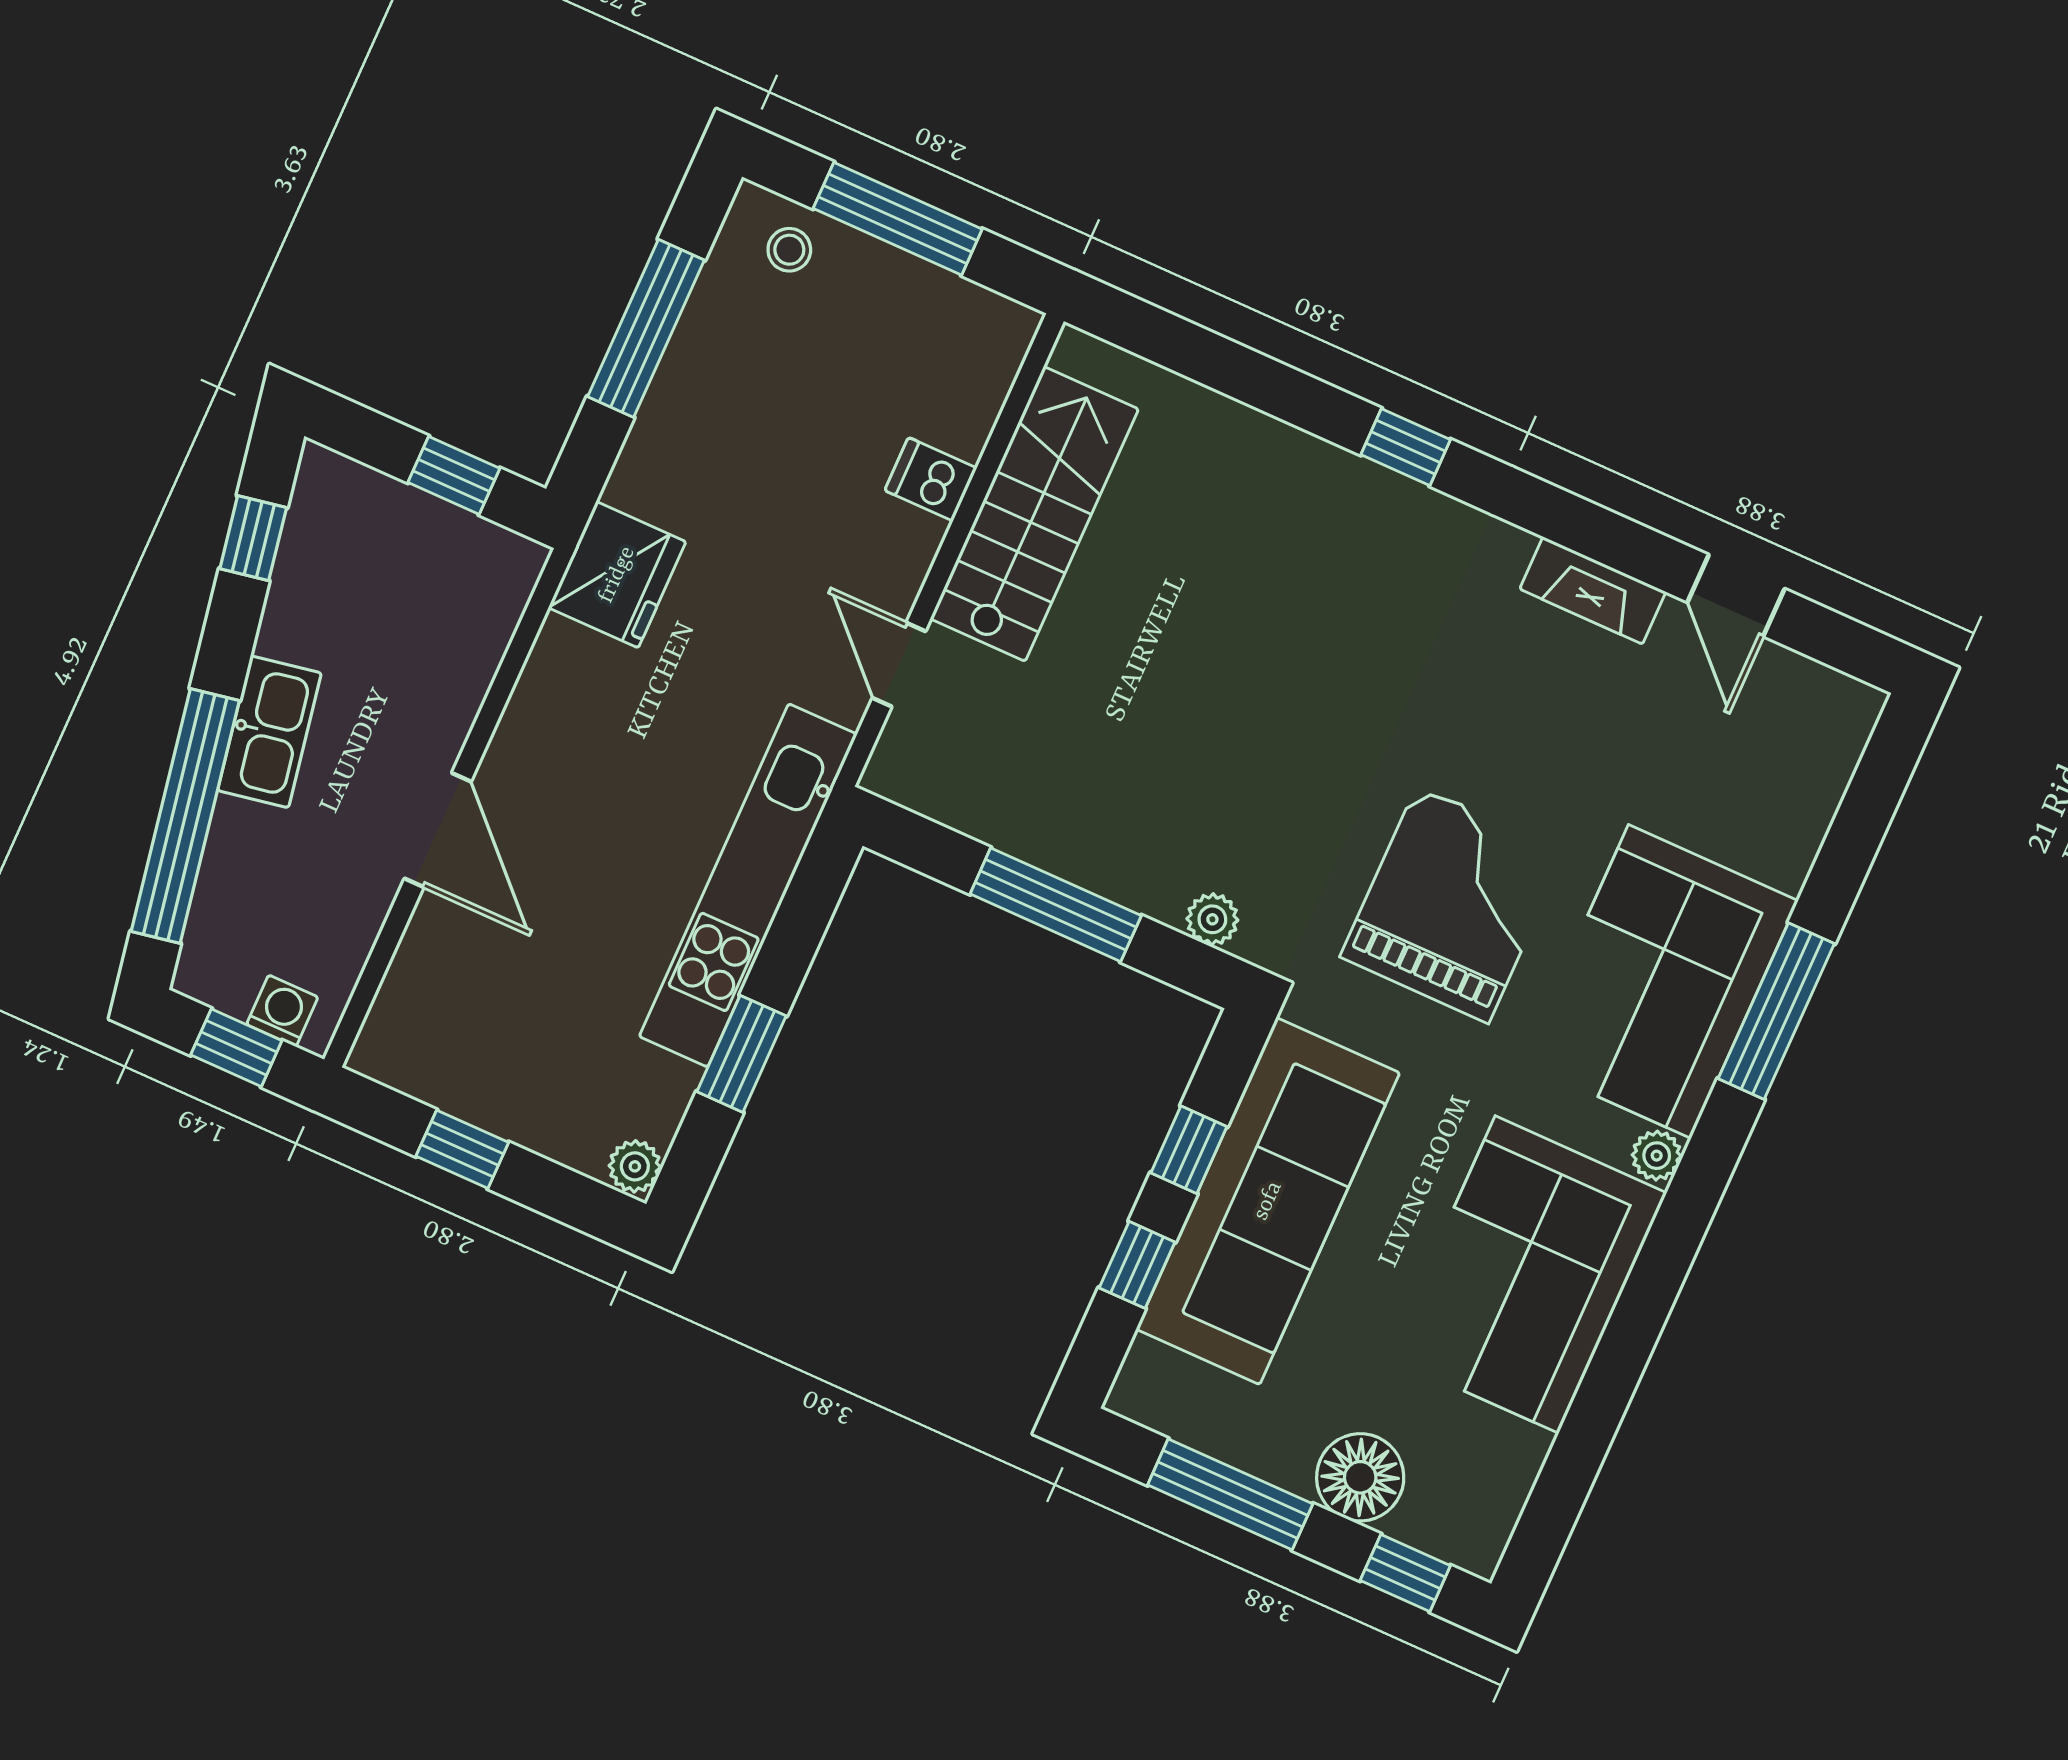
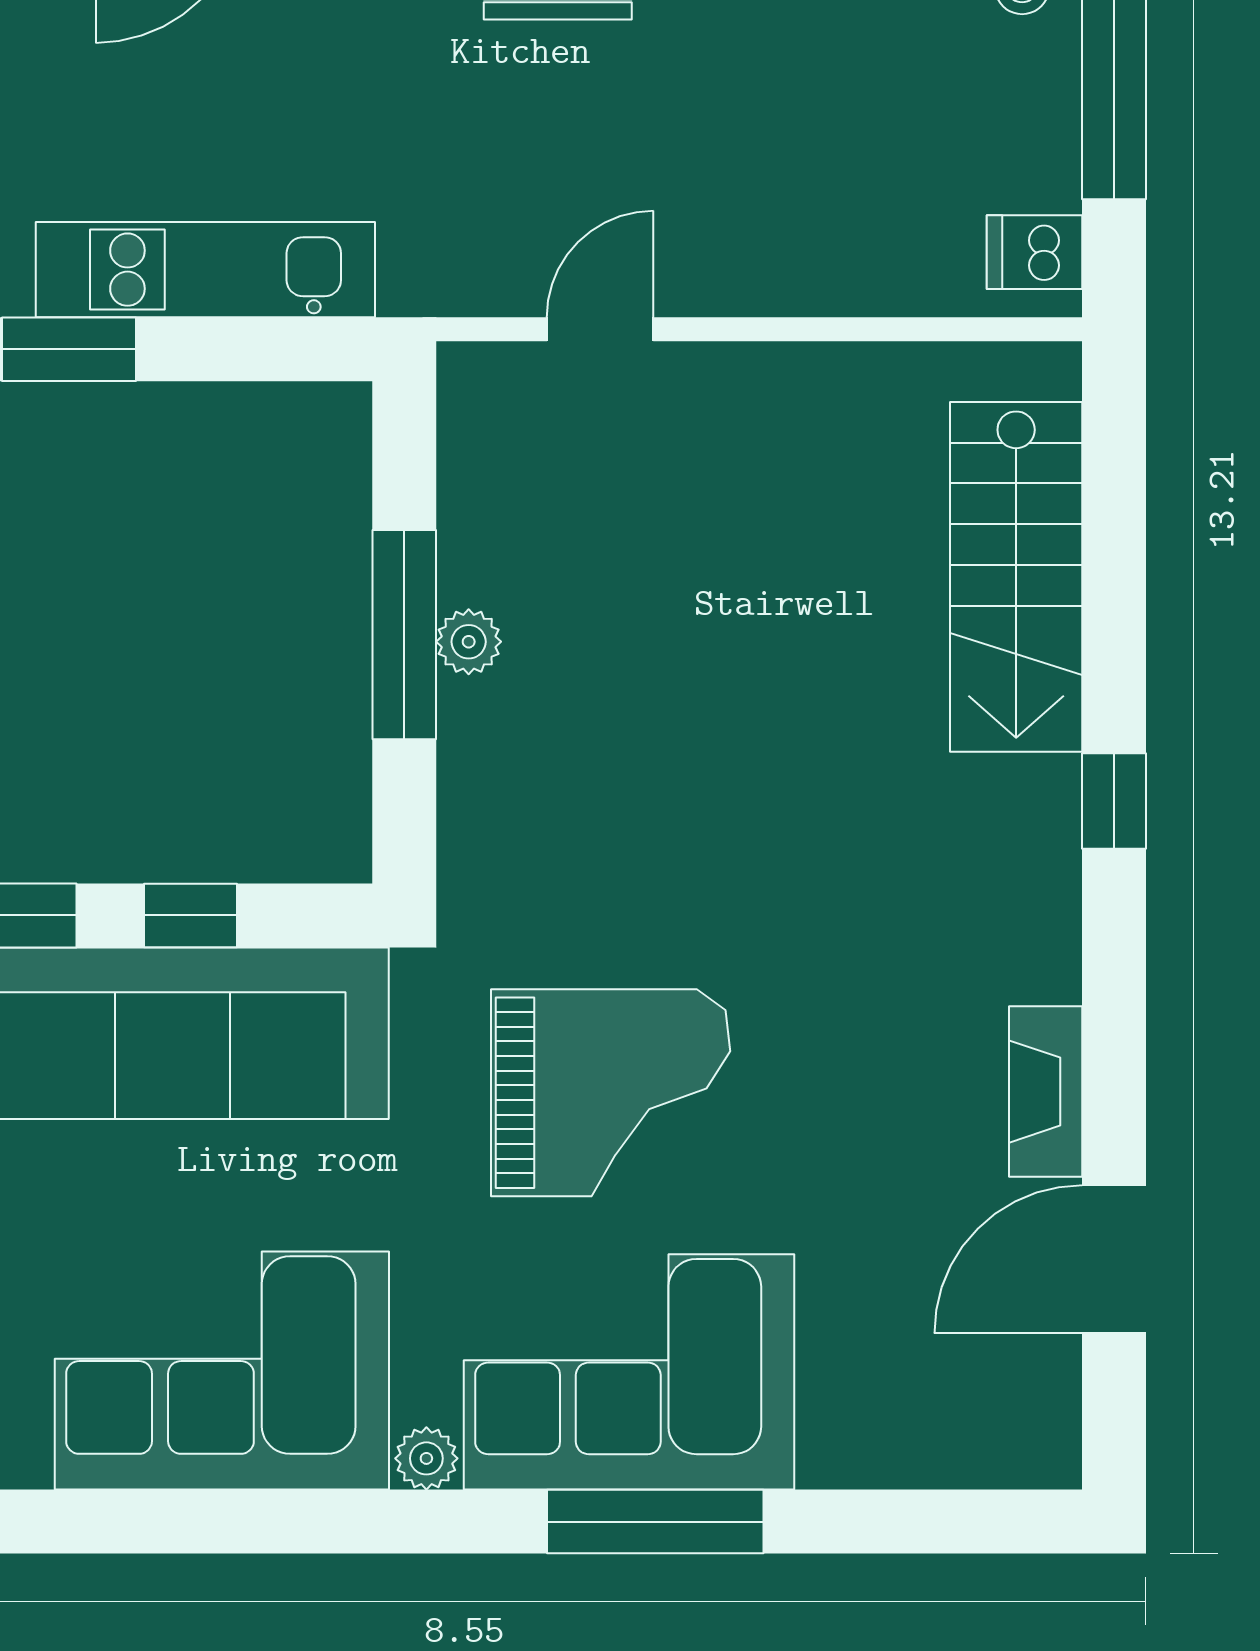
dishwasher: (931, 479) -> (1034, 252), moved, turned -90
stairs: (1034, 514) -> (1016, 577), moved, turned 90
door: (1736, 596) -> (1114, 1259), width x1.38
kitchen unit: (748, 885) -> (205, 270), width x0.73
plant: (1212, 919) -> (469, 642), moved

